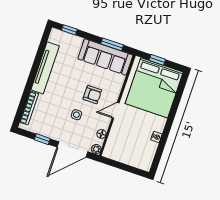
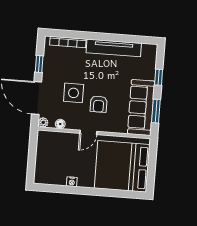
window: (69, 30) -> (159, 77), moved
window: (157, 60) -> (152, 162), removed
door: (116, 110) -> (88, 132), swing flipped
side table: (76, 115) -> (74, 93), width x1.87, depth x1.87

